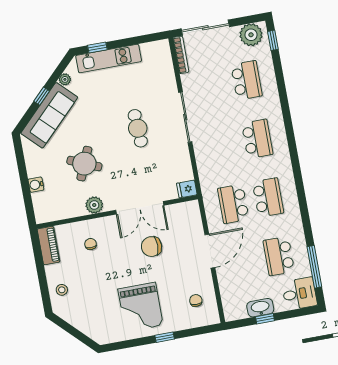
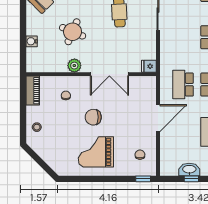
chair: (152, 247) -> (93, 117), moved
grand piano: (141, 307) -> (96, 152), turned 90
window: (165, 337) -> (143, 179), moved

